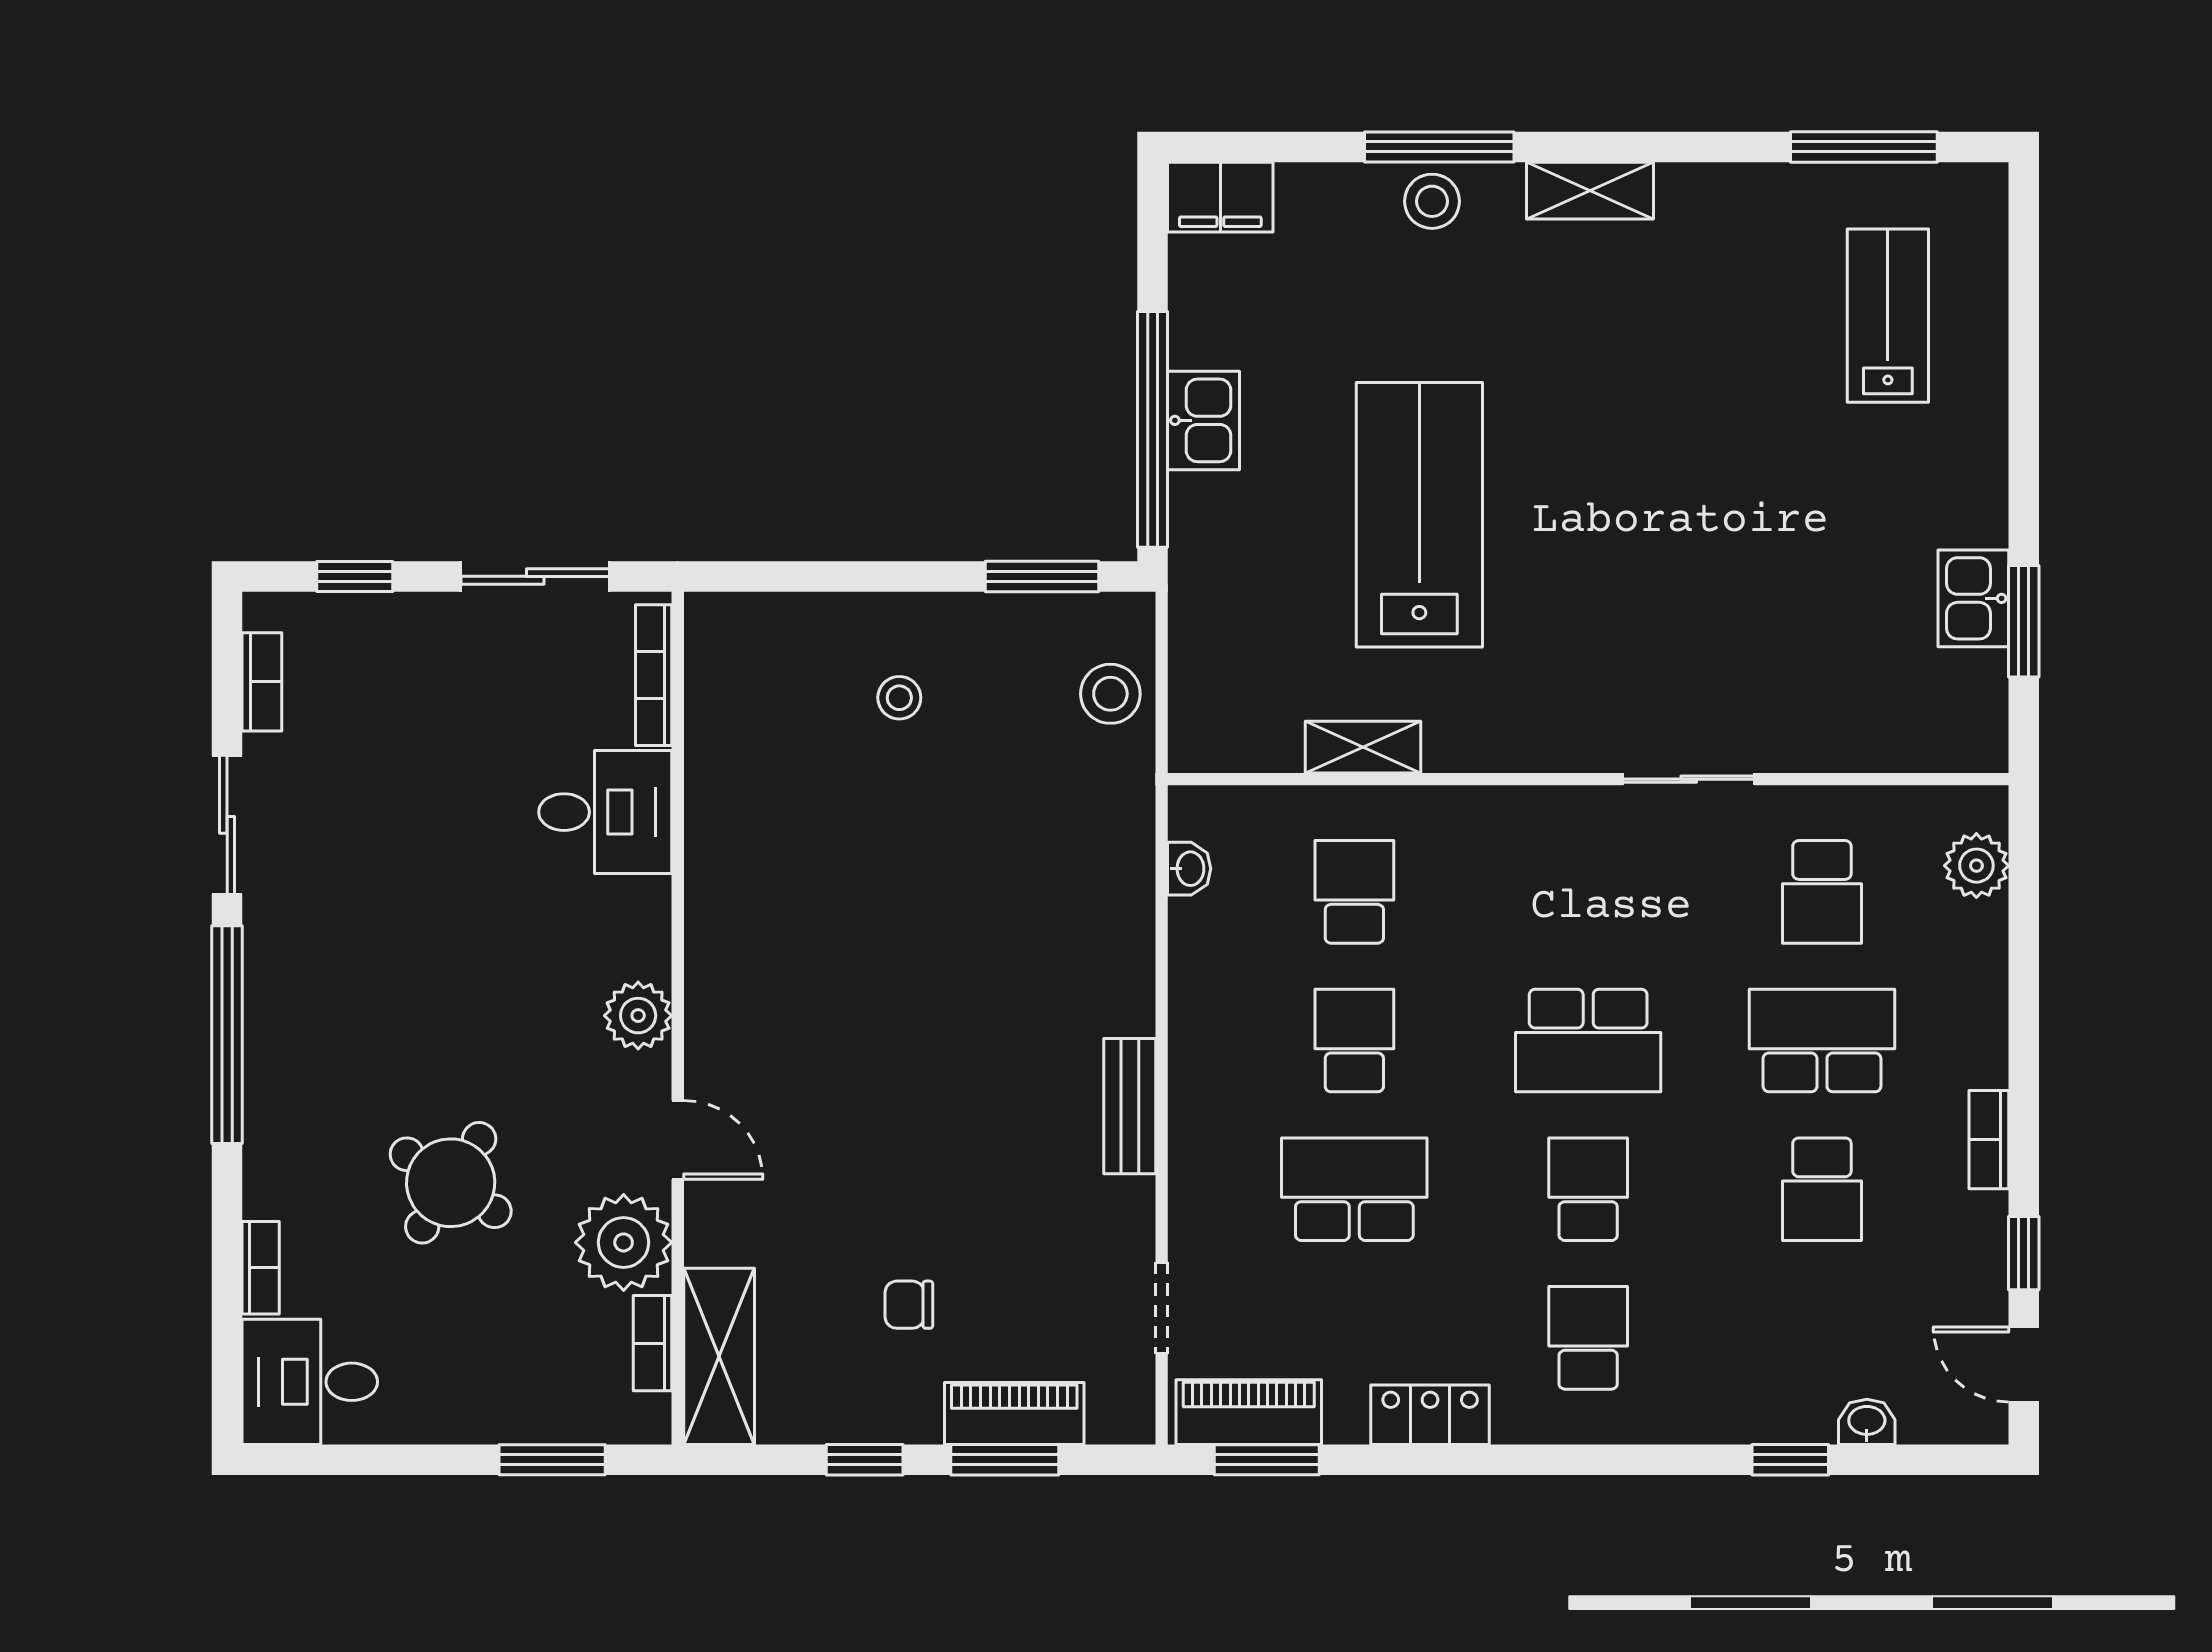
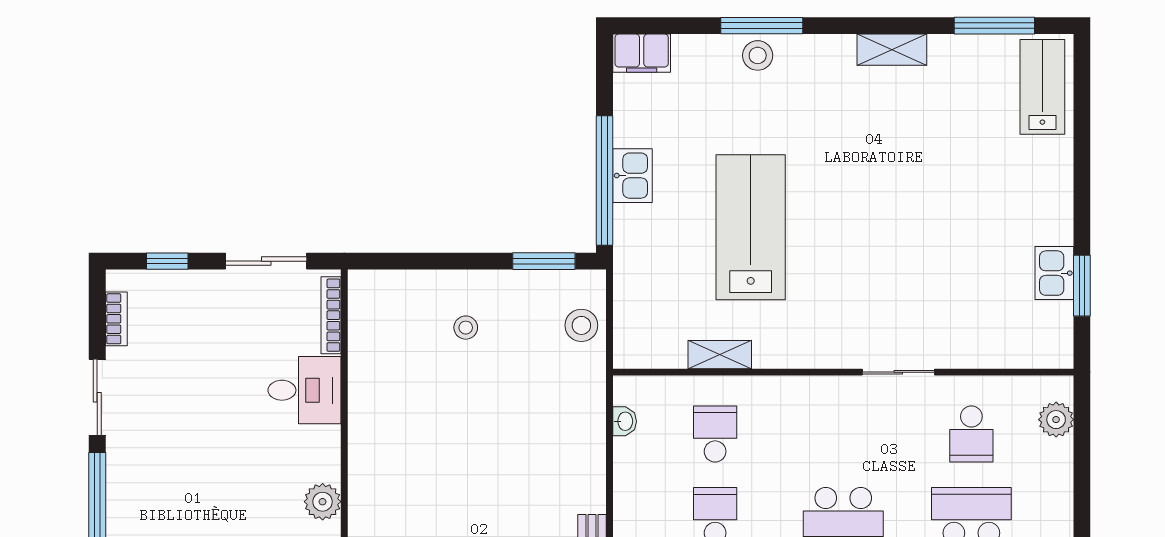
shelving: (1590, 191) -> (892, 50), moved
lab bench: (1888, 316) -> (1042, 87), moved

